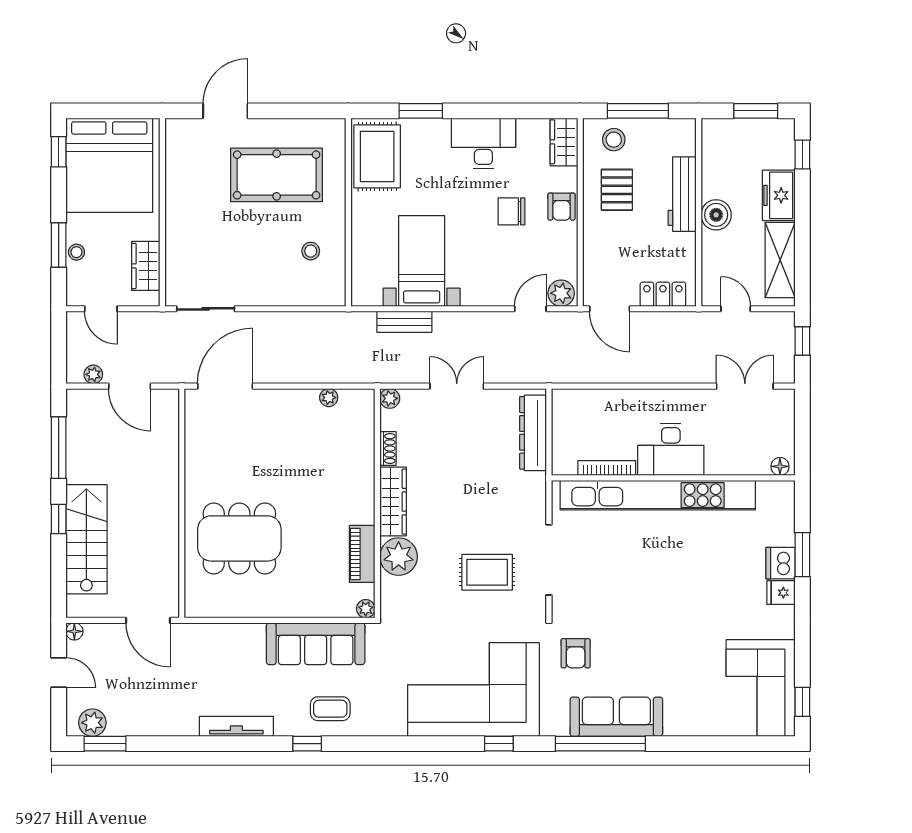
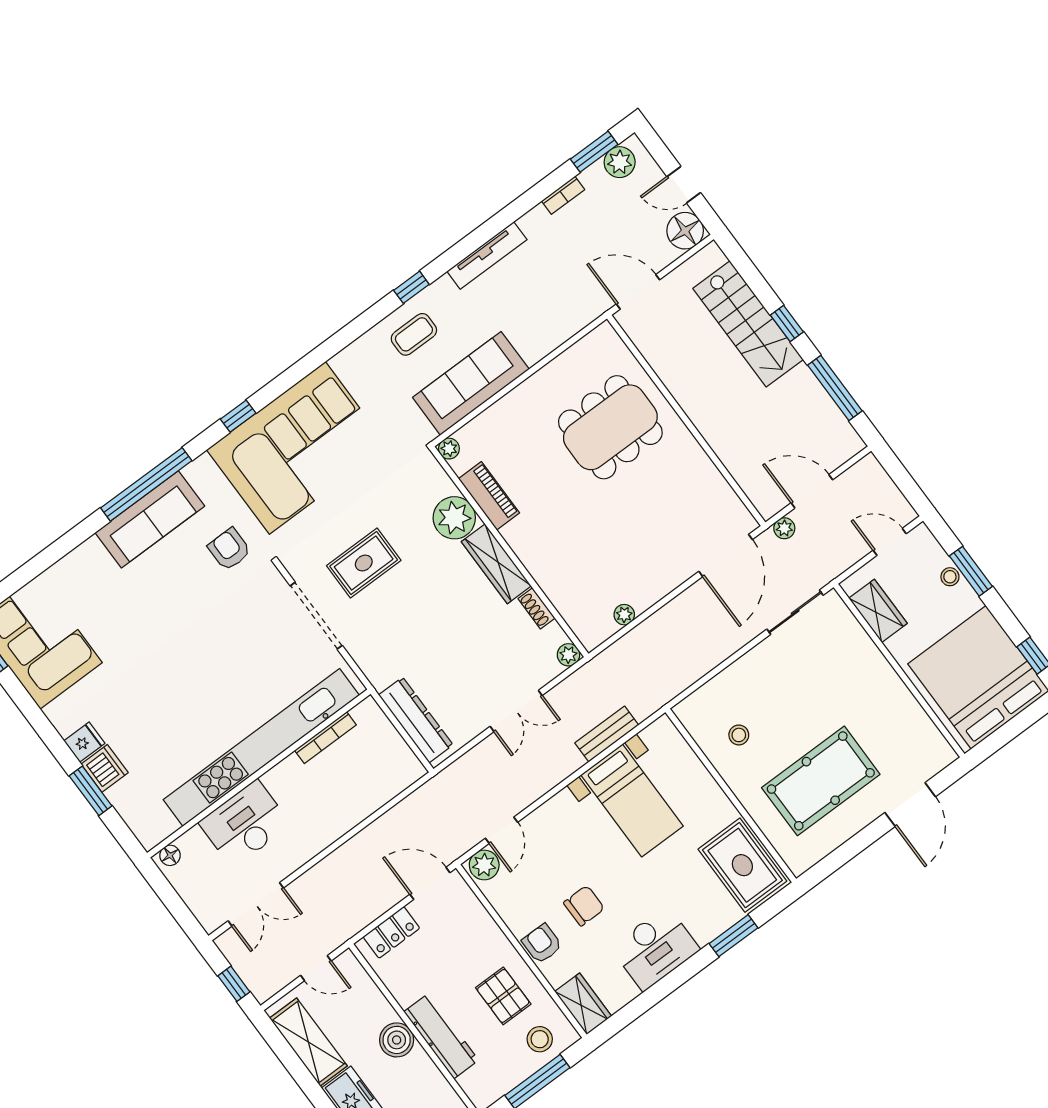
plant: (93, 374) -> (784, 528), moved
desk: (671, 449) -> (245, 824), moved
floor lamp: (74, 631) -> (685, 231), width x1.89, depth x1.89
bookcase: (150, 729) -> (563, 195), added

